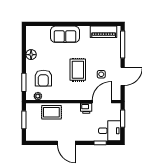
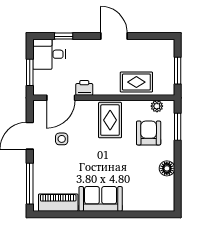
sofa: (65, 34) -> (101, 199), moved
rug: (78, 70) -> (110, 120), moved

